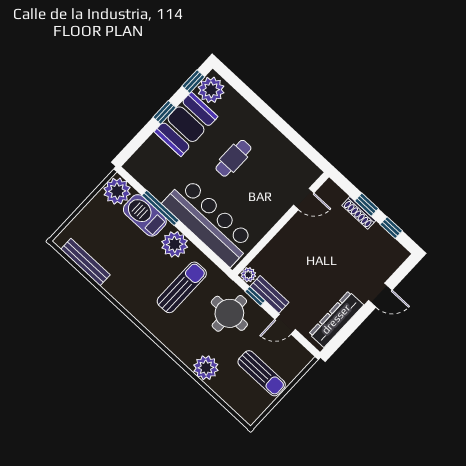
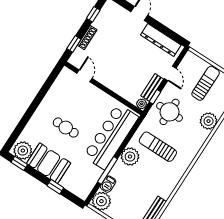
window: (164, 112) -> (55, 187), moved
window: (367, 205) -> (74, 44), moved
barbecue: (145, 215) -> (108, 184), width x0.53, depth x0.65

